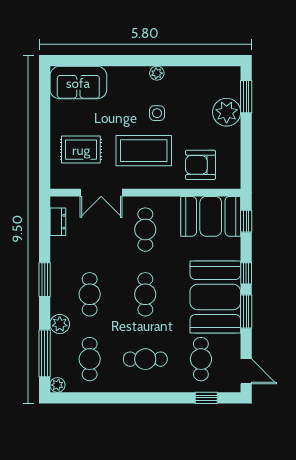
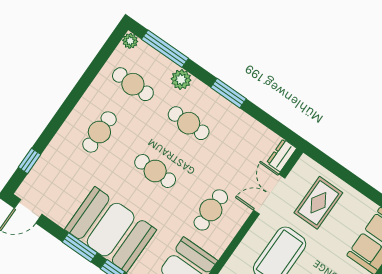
dresser: (58, 222) -> (282, 155), moved, turned 90
cafe table: (145, 230) -> (211, 210), turned 90
cafe table: (201, 359) -> (66, 180), removed

